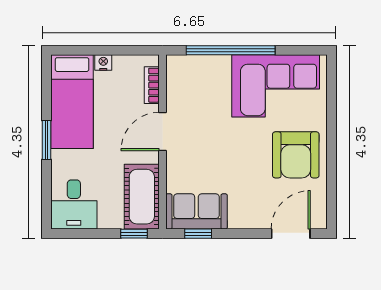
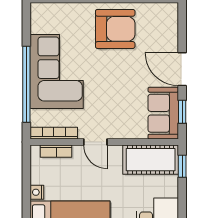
bookcase: (173, 83) -> (54, 133), added
corner sofa: (276, 86) -> (57, 72), moved
door: (162, 132) -> (95, 142), width x0.73
door: (291, 234) -> (182, 69), moved

